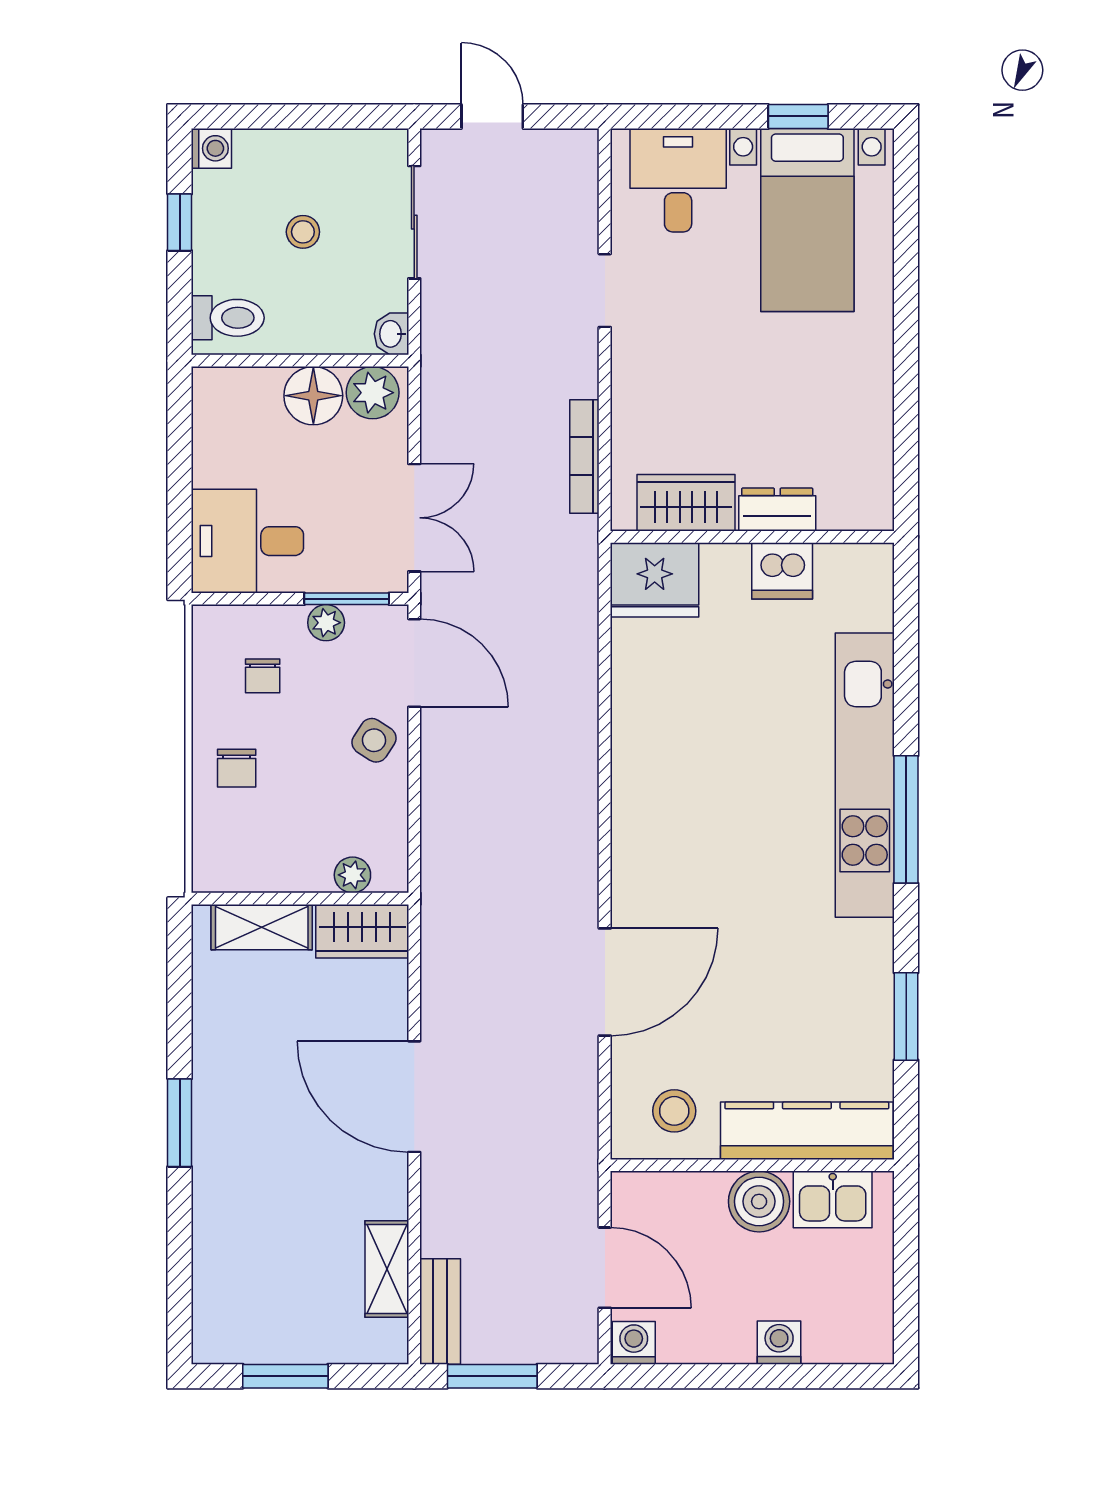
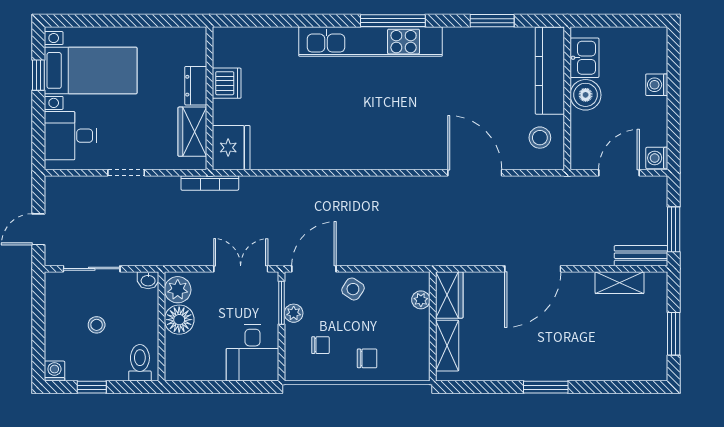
wardrobe: (686, 503) -> (192, 132), moved
dresser: (777, 510) -> (196, 86), moved
wall: (752, 537) -> (210, 98), moved
dishwasher: (782, 571) -> (227, 83), moved
fridge: (655, 580) -> (231, 148), moved

